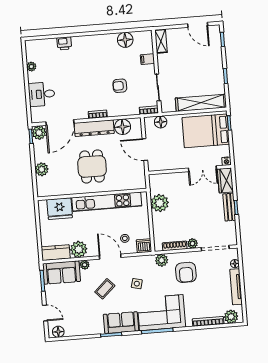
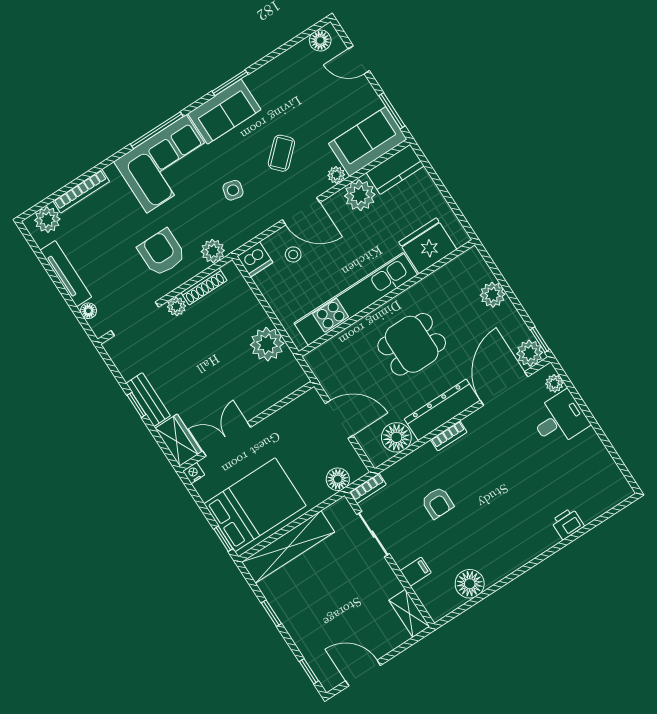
plant: (31, 67) -> (554, 383), moved
armchair: (120, 86) -> (438, 503), turned 90
dining table: (92, 166) -> (412, 344), turned 90

